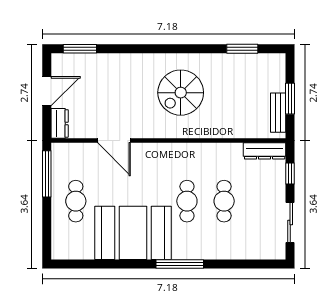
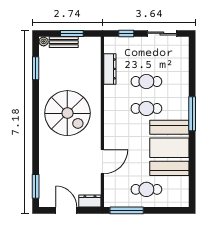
plant: (279, 60) -> (44, 41), added
spiral stairs: (181, 93) -> (67, 113), width x1.37, depth x1.37
bench: (278, 113) -> (64, 42), moved
dresser: (265, 151) -> (110, 69), moved

